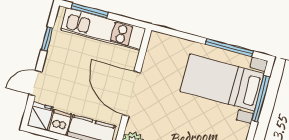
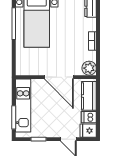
door: (131, 94) -> (59, 77), hinge flipped

